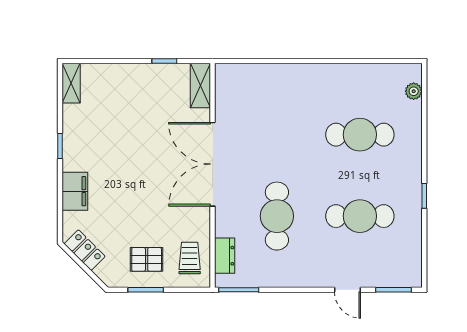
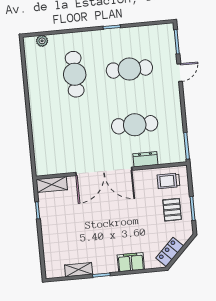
shelving: (71, 83) -> (79, 270), moved
cafe table: (360, 216) -> (129, 69), turned 90
dresser: (225, 256) -> (145, 159), moved

